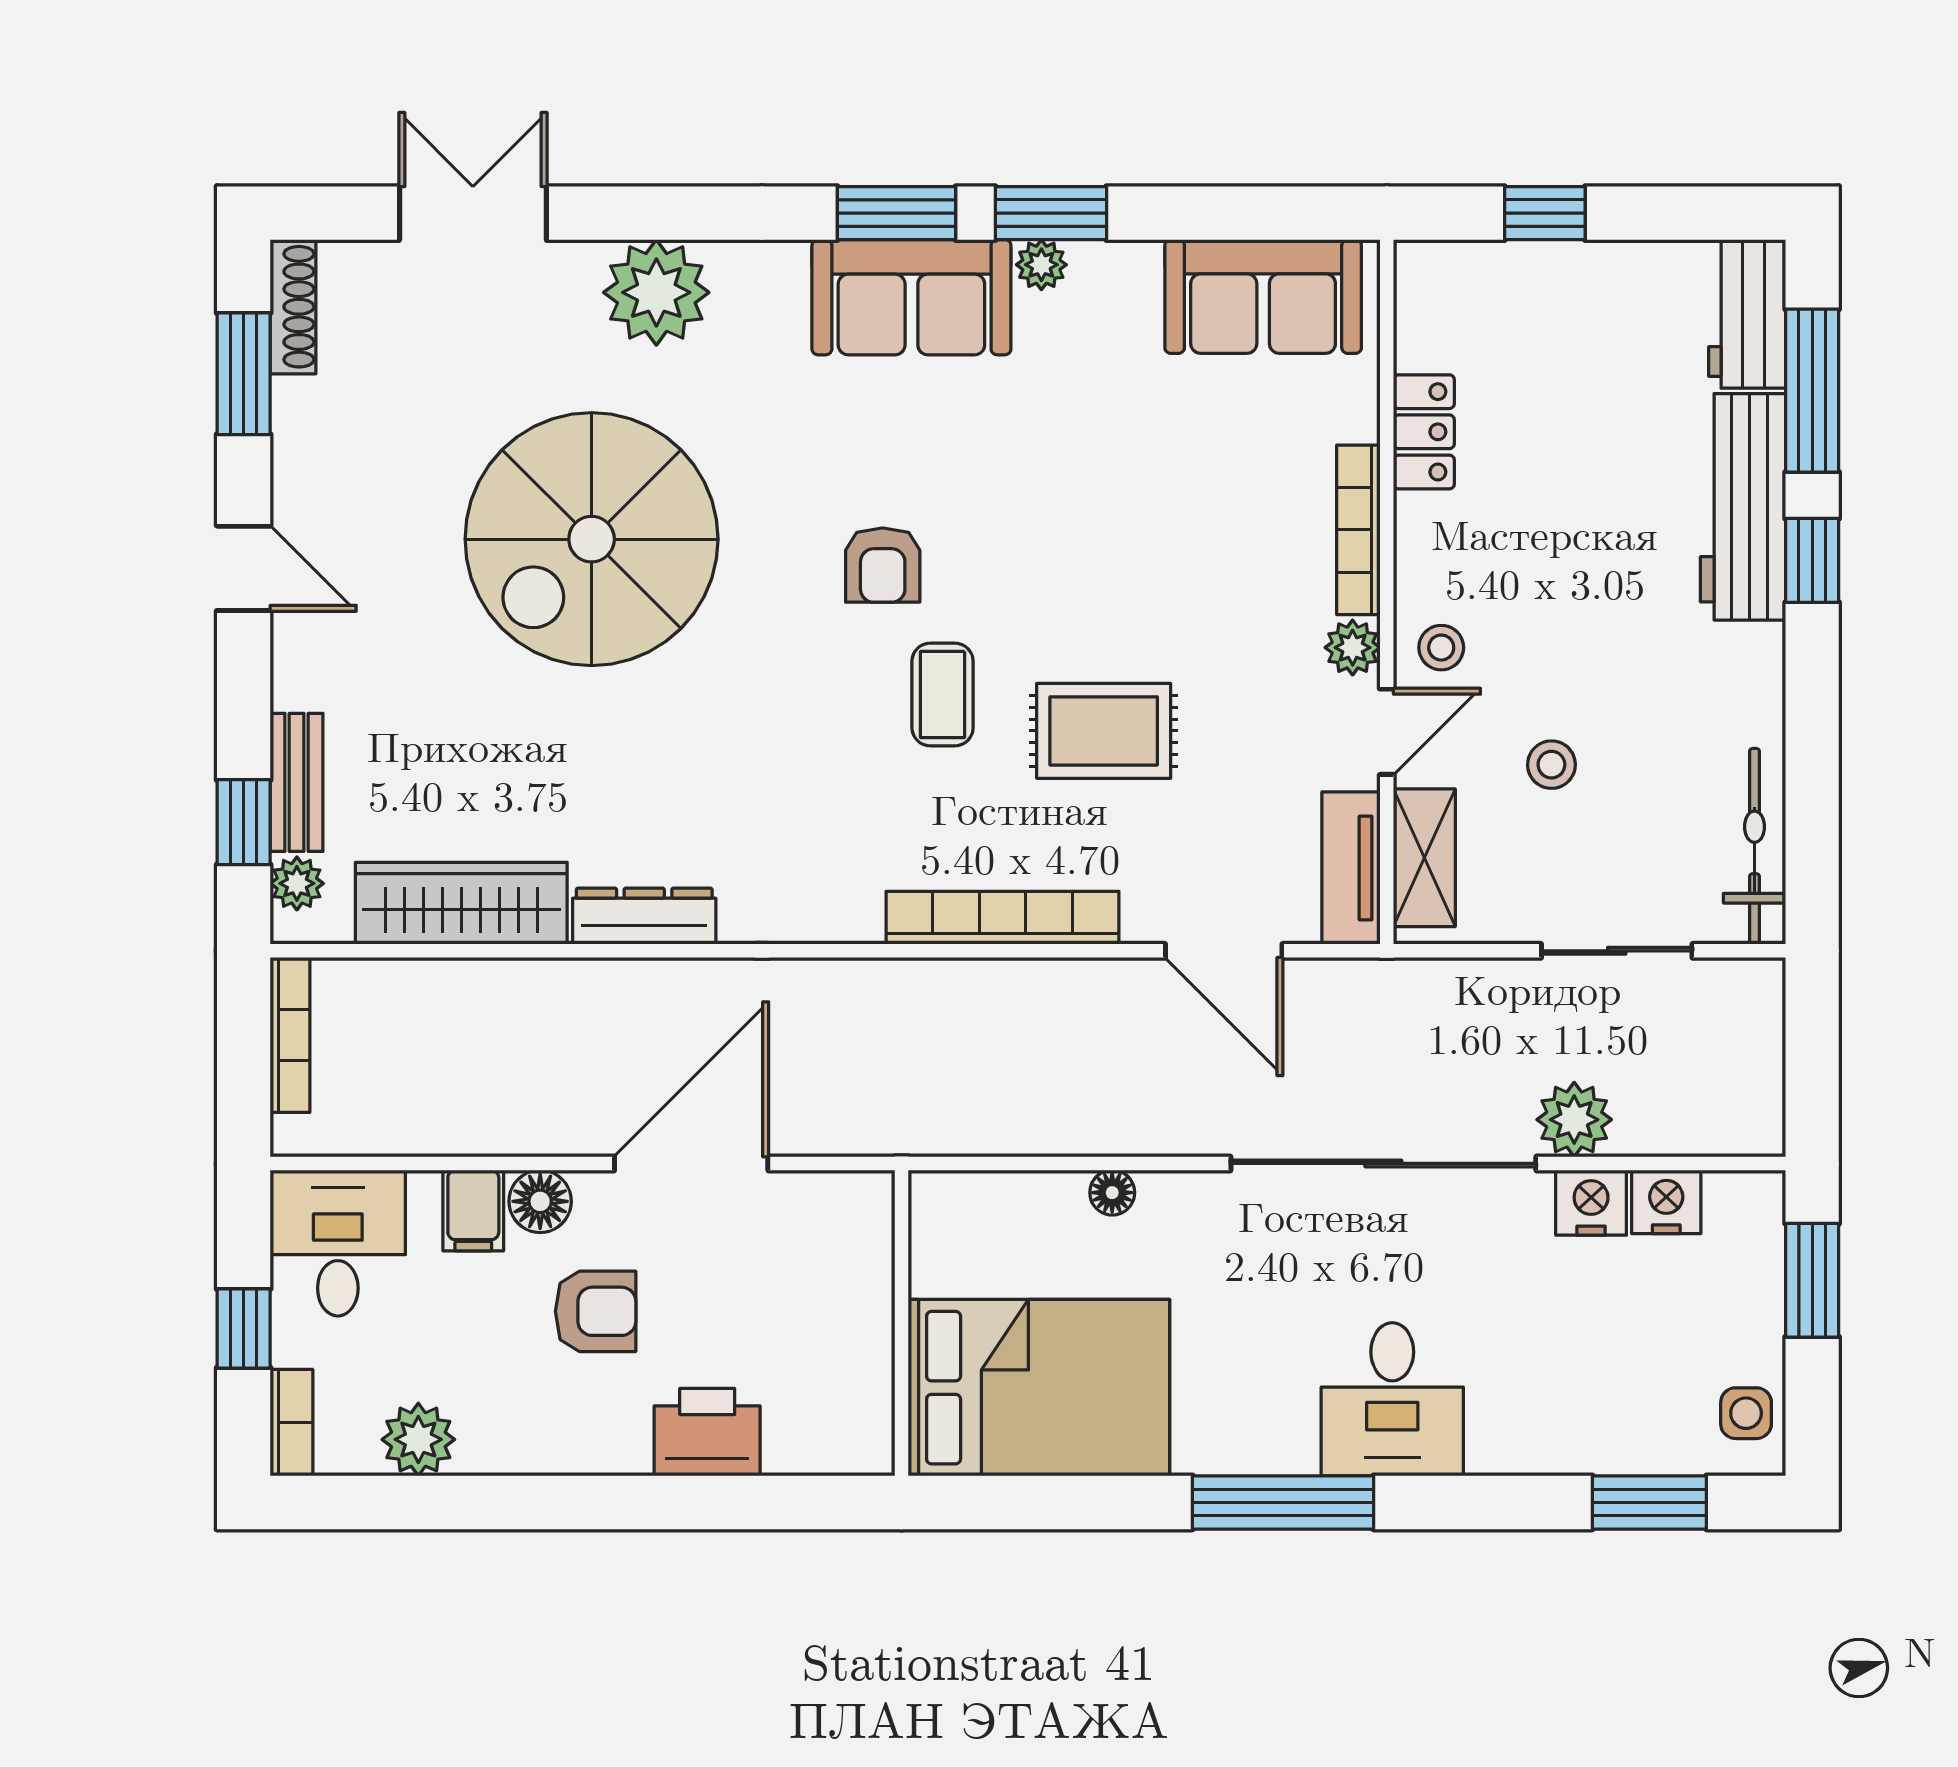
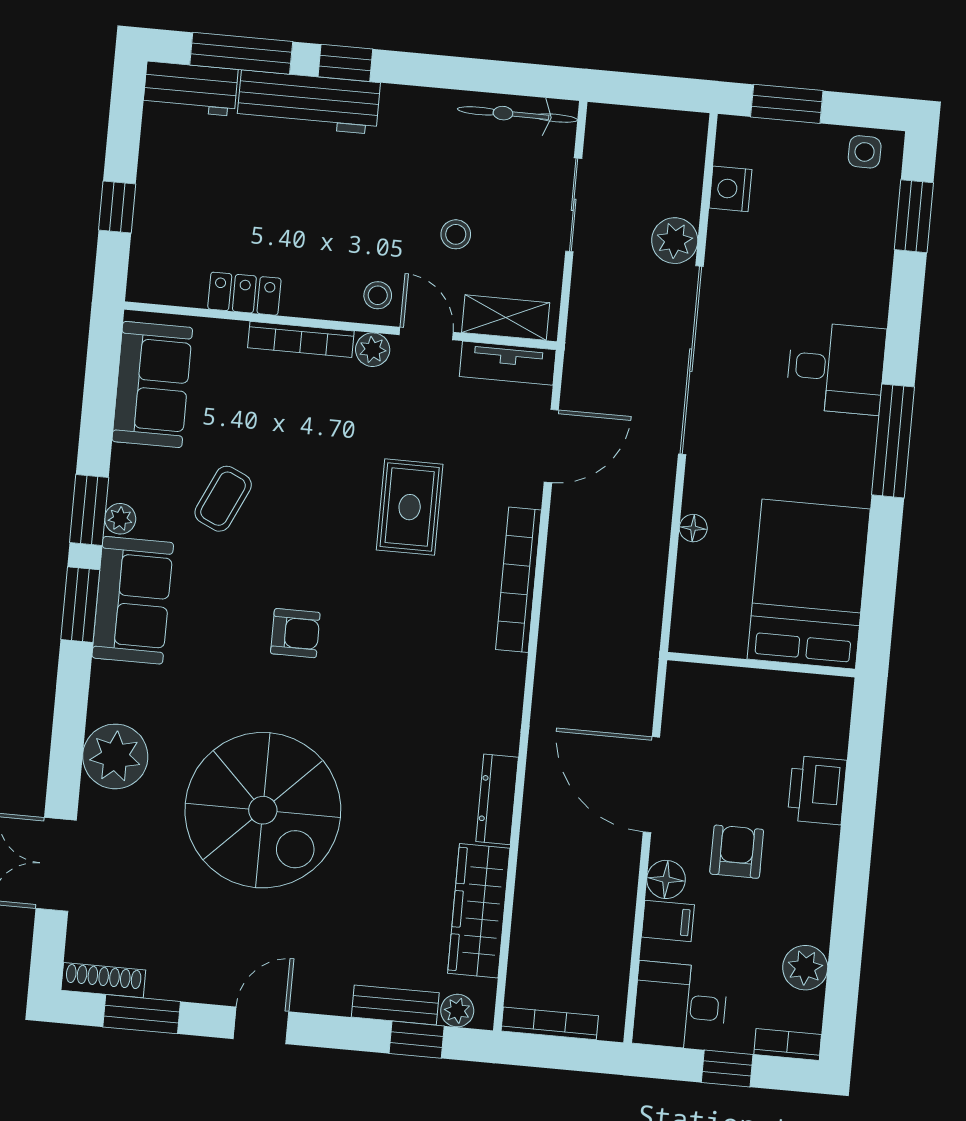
coffee table: (943, 694) -> (223, 499), moved, turned -65
nightstand: (1591, 1203) -> (727, 235), removed

